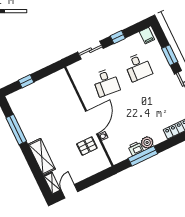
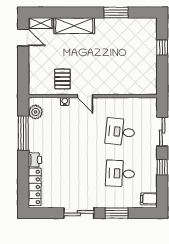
door: (92, 122) -> (85, 96), width x0.53
window: (16, 129) -> (116, 12), width x0.69
plant: (147, 142) -> (35, 112), moved
printer: (136, 149) -> (35, 160), moved

